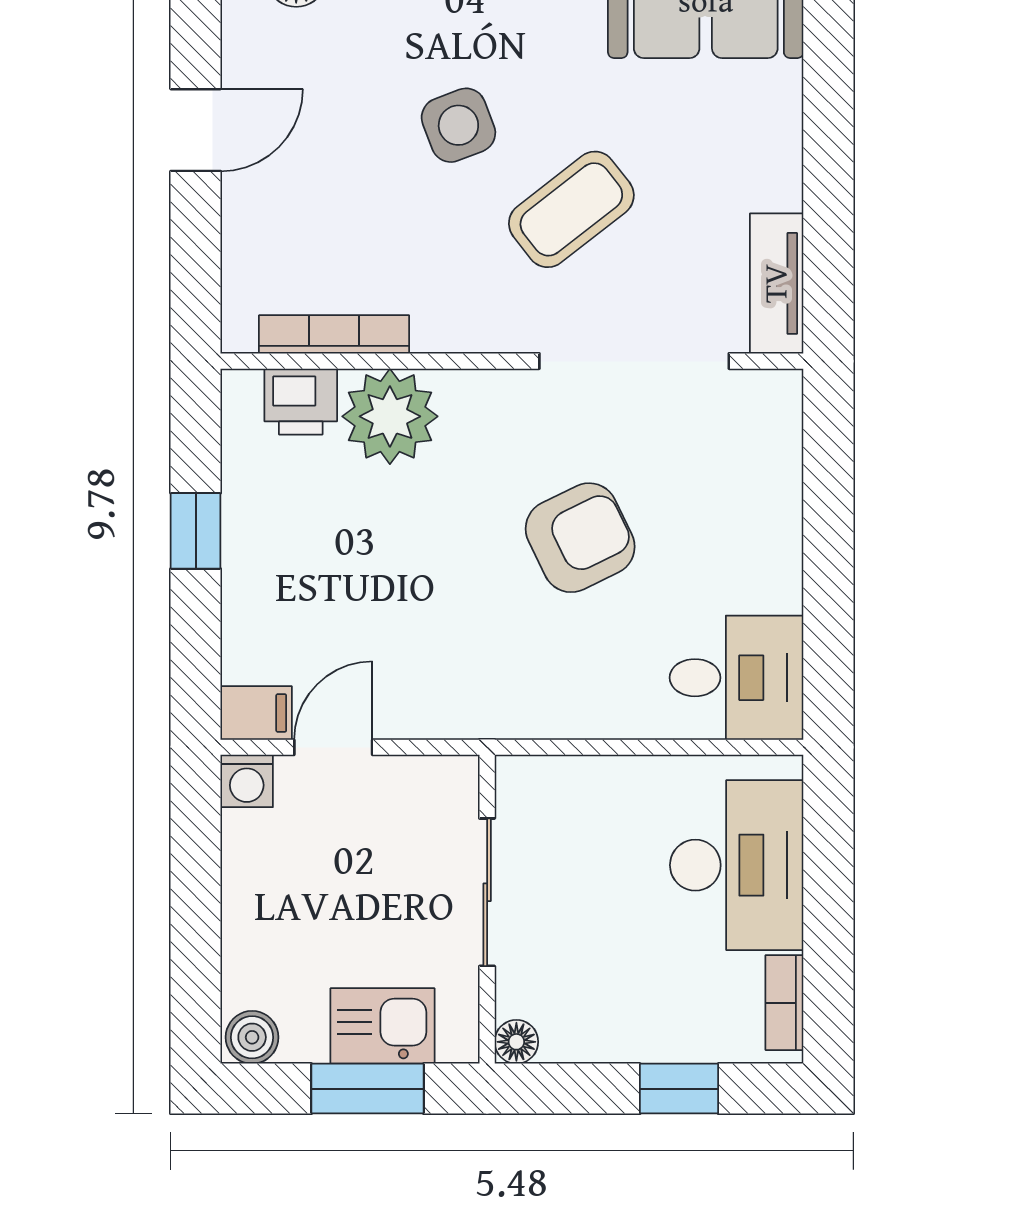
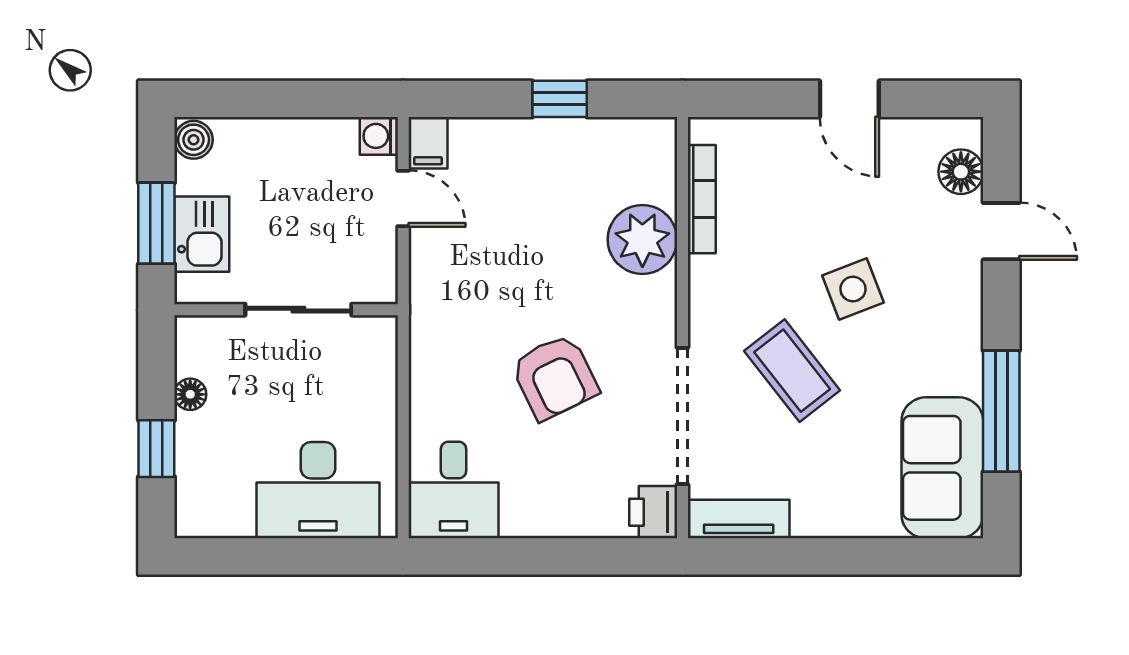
printer: (301, 402) -> (653, 512), moved
bookcase: (784, 1003) -> (219, 525), removed
floor lamp: (516, 1042) -> (190, 394), moved

